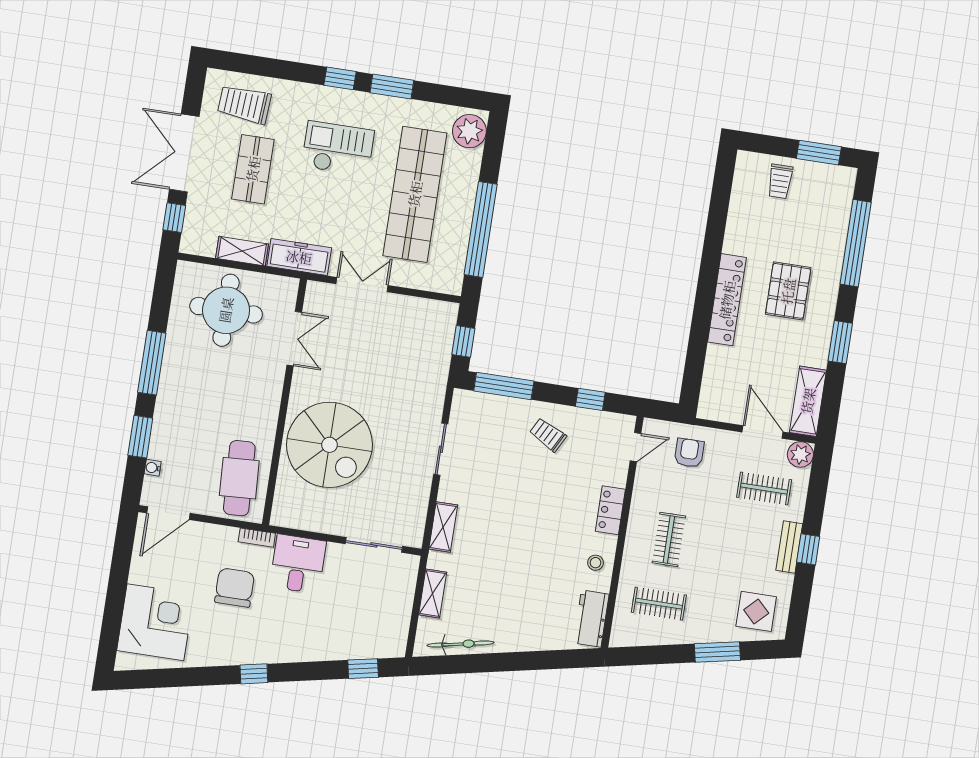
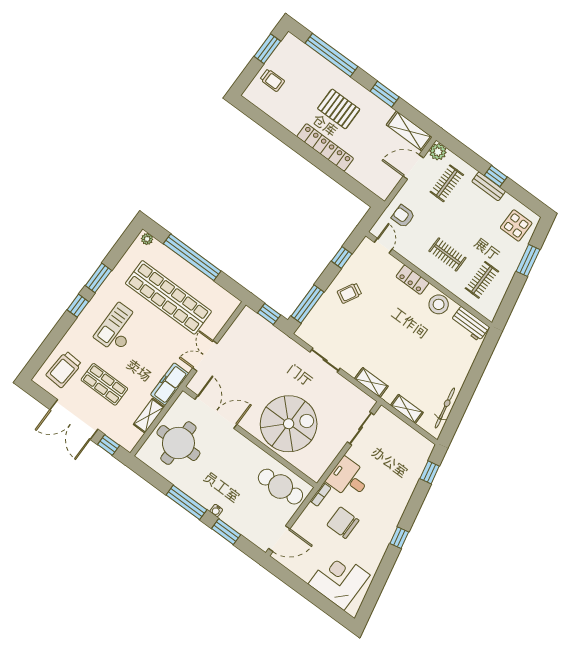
plant: (469, 131) -> (147, 239), width x0.53, depth x0.53
window: (481, 229) -> (192, 257), moved
double door: (294, 339) -> (216, 412), width x1.37
water cooler: (153, 468) -> (216, 511), moved
door: (168, 513) -> (279, 539), hinge flipped
stool: (595, 563) -> (439, 304), width x1.89, depth x1.89

